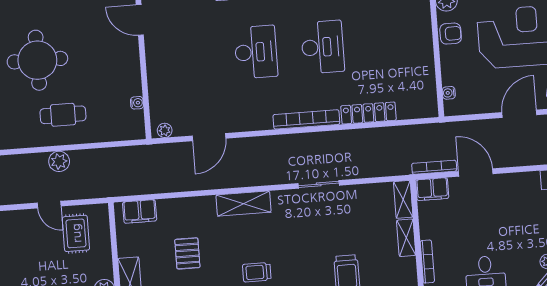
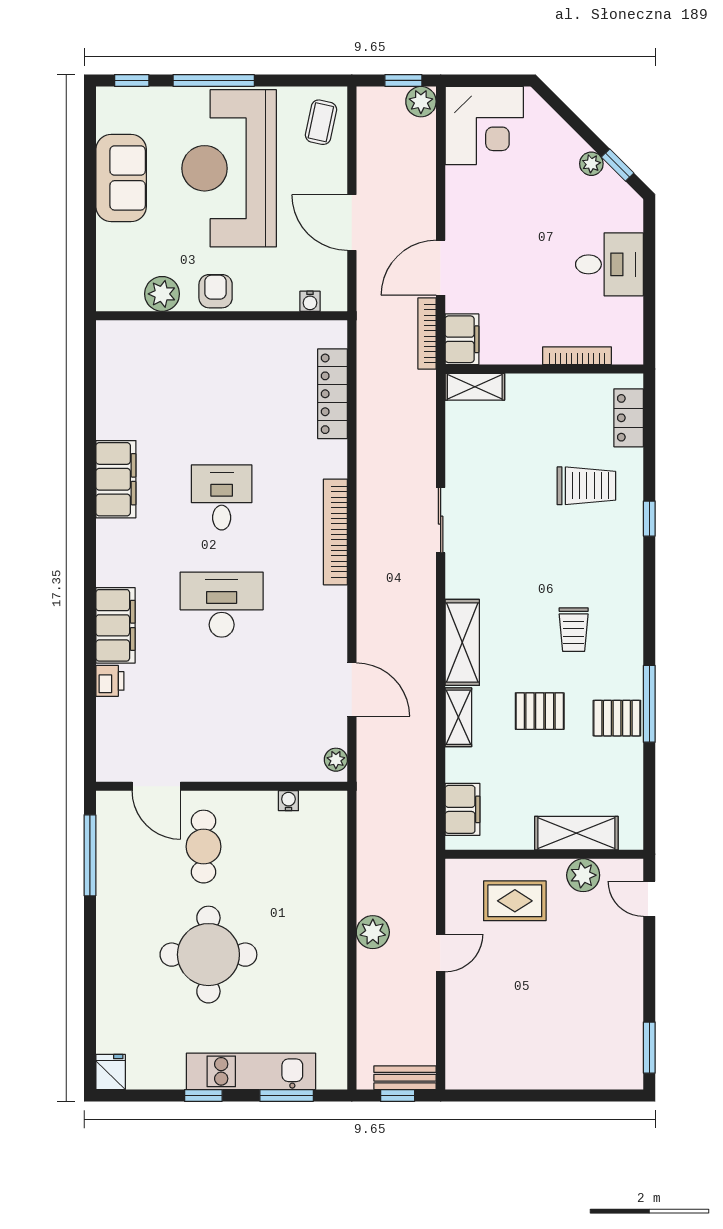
door: (140, 20) -> (156, 786), hinge flipped
desk: (323, 47) -> (222, 497), width x0.73
locker: (368, 113) -> (333, 394), moved
door: (519, 114) -> (352, 223), moved
cafe table: (63, 115) -> (203, 847), moved
rug: (76, 233) -> (515, 901), moved
shelving: (406, 238) -> (458, 717), moved, turned 90
pallet: (187, 253) -> (540, 711), moved

